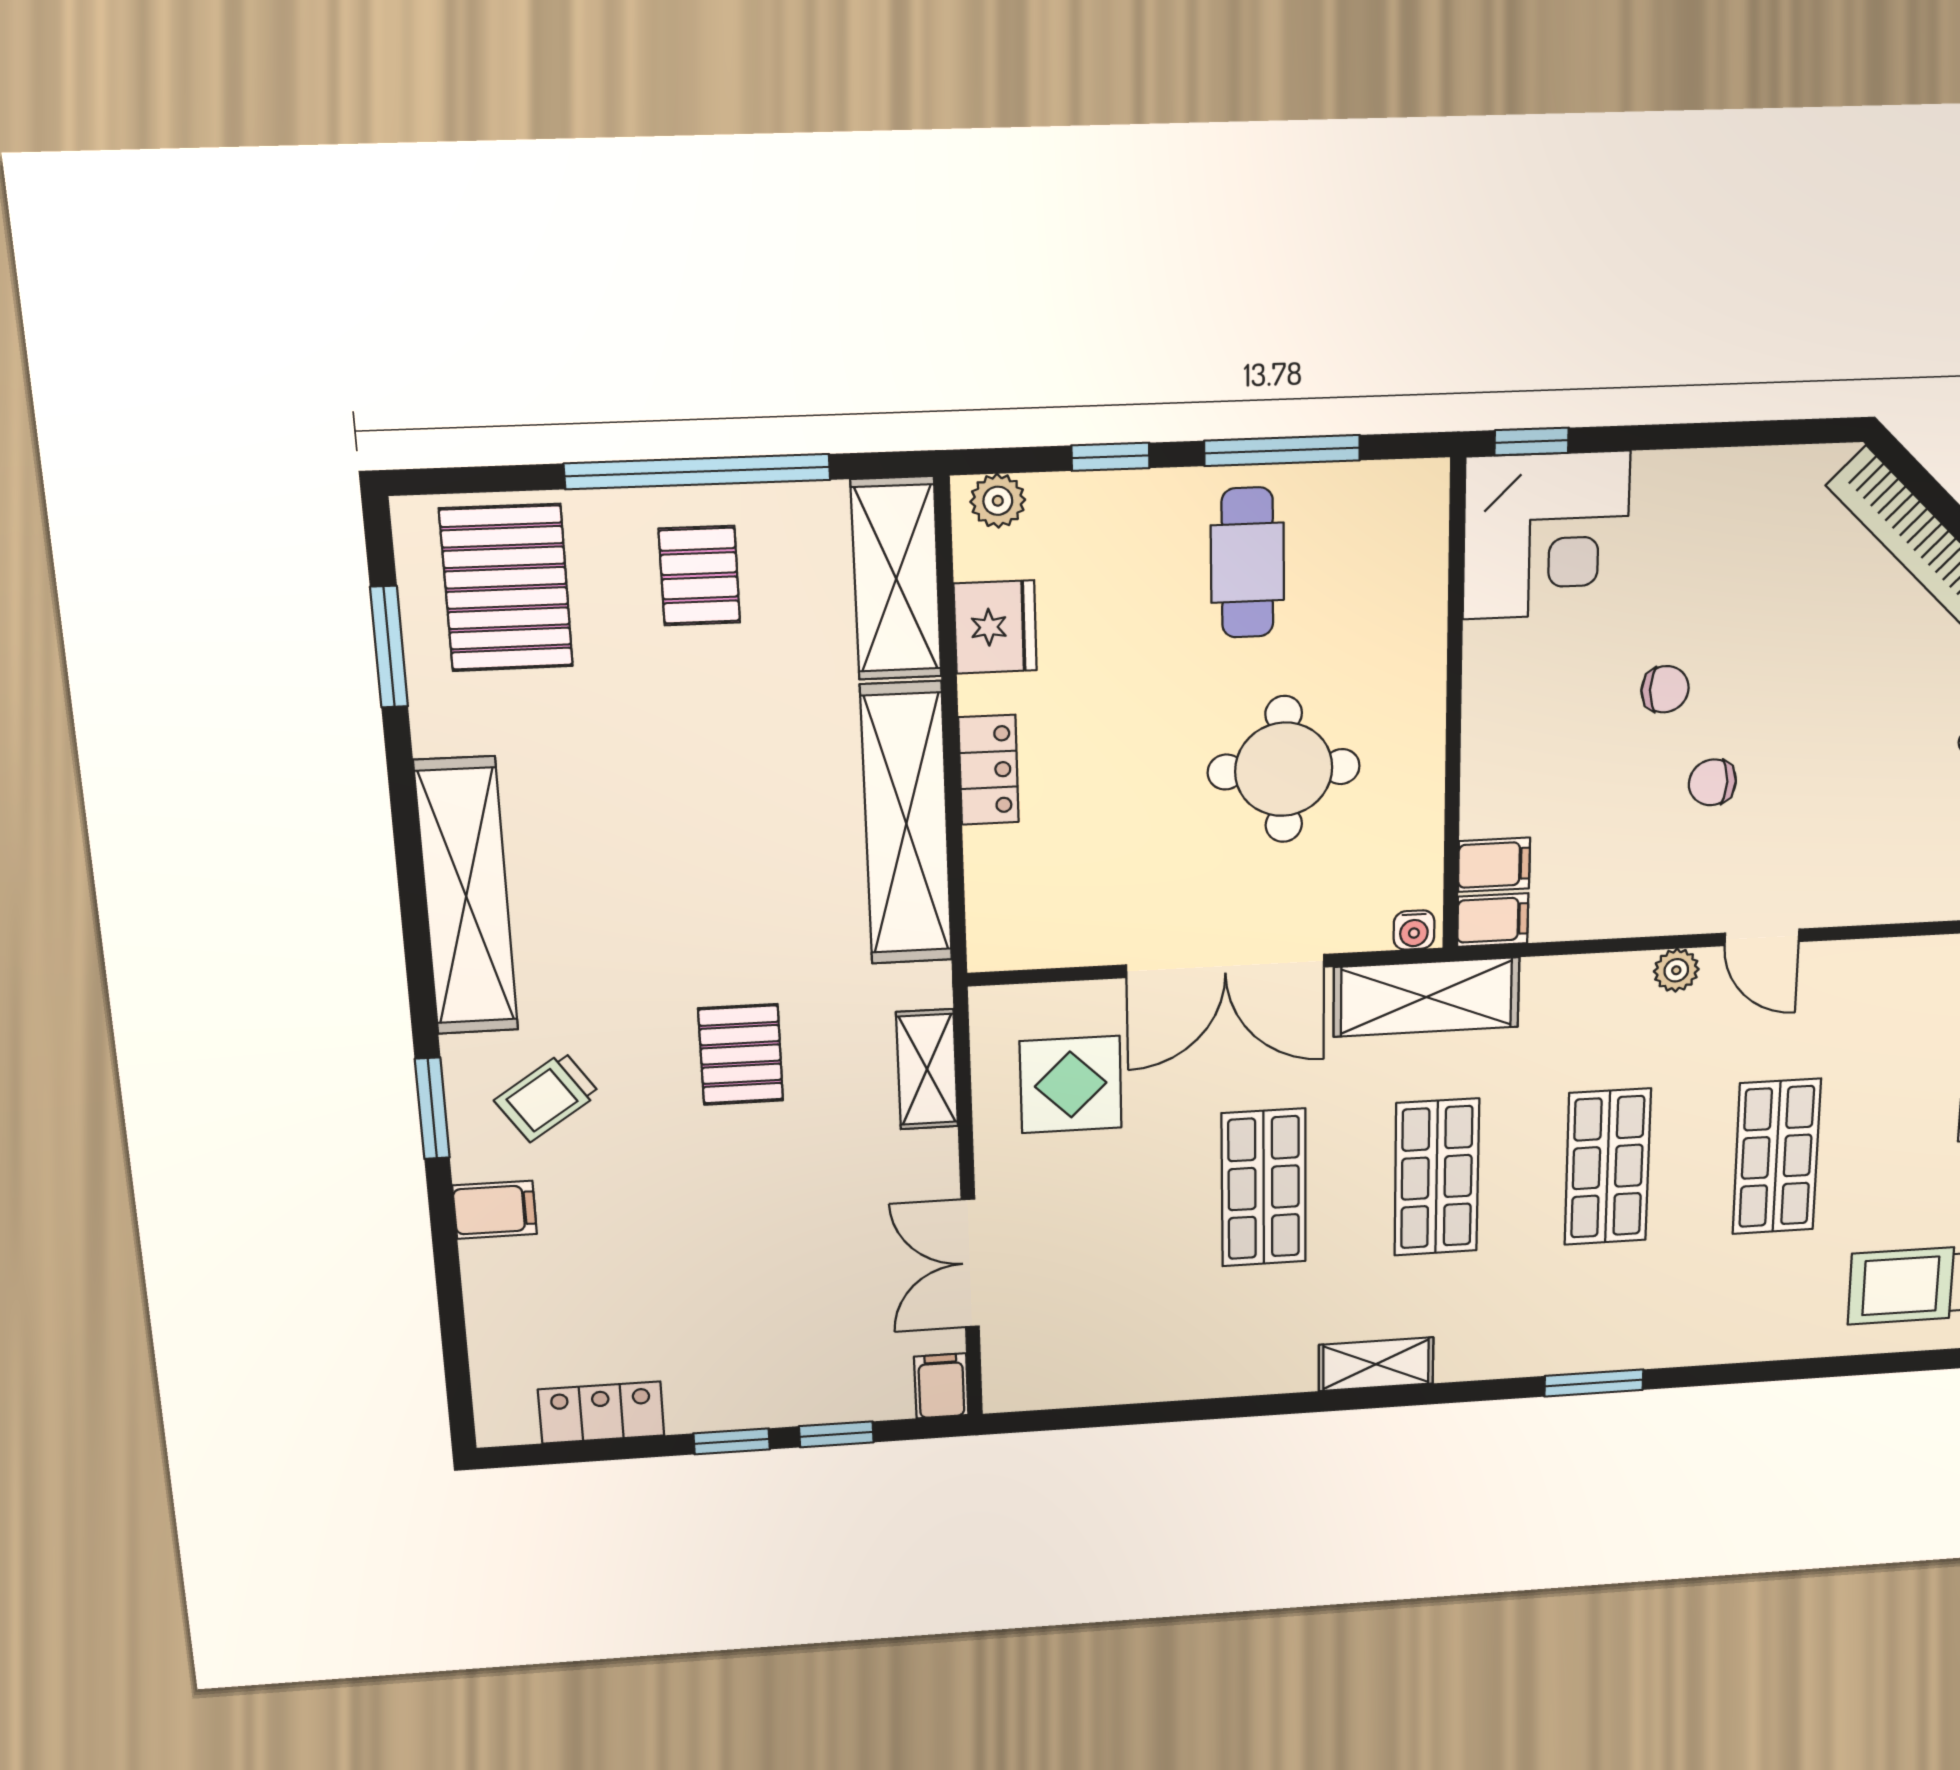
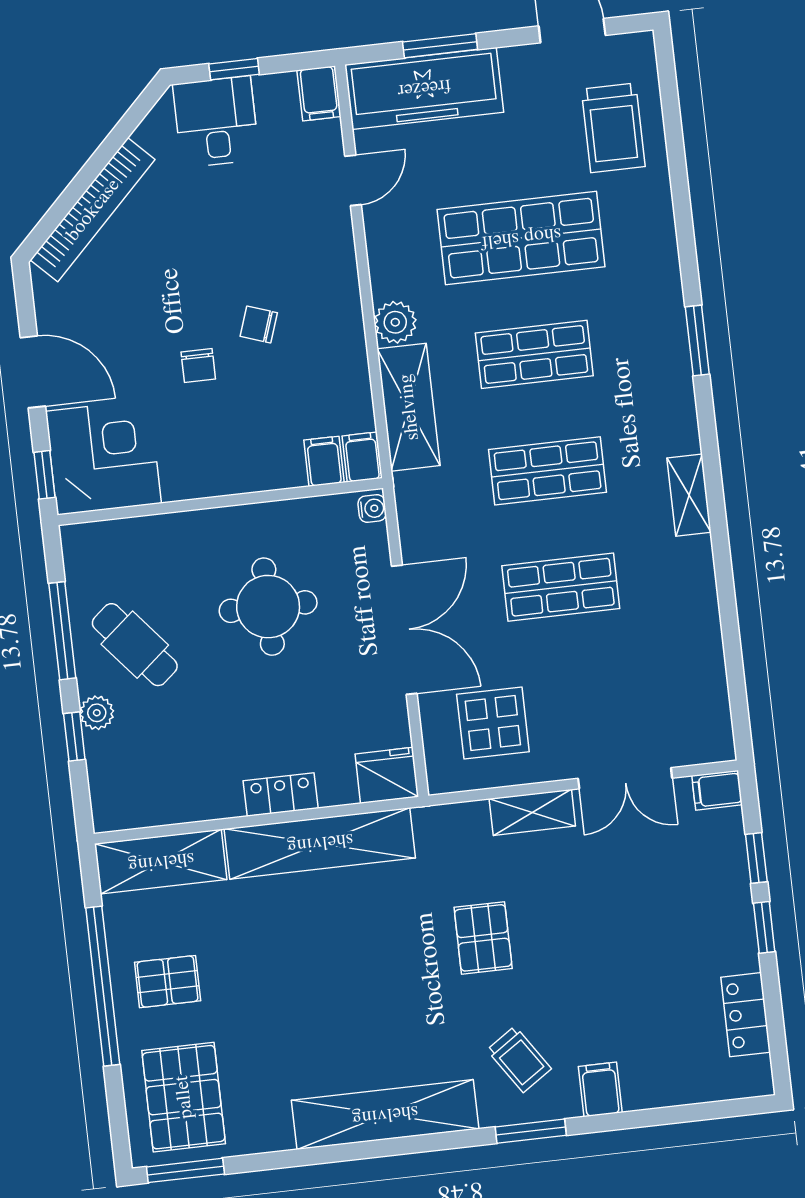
door: (1694, 436) -> (33, 372), added
plant: (998, 501) -> (97, 713), moved
cafe table: (1247, 563) -> (135, 645), turned 50
pallet: (506, 588) -> (184, 1097), turned 90
fridge: (995, 627) -> (387, 775), moved
window: (389, 647) -> (185, 1170), moved
chair: (1665, 689) -> (198, 366), turned 180
chair: (1712, 782) -> (259, 325), turned 109
door: (1762, 937) -> (353, 180), moved
plant: (1676, 970) -> (395, 322), width x1.38, depth x1.38
shelving: (1426, 997) -> (409, 407), moved
pallet: (741, 1054) -> (483, 938), turned 90
shelving: (927, 1069) -> (532, 812), moved
shop shelf: (1777, 1157) -> (521, 238), width x1.43, depth x1.36

